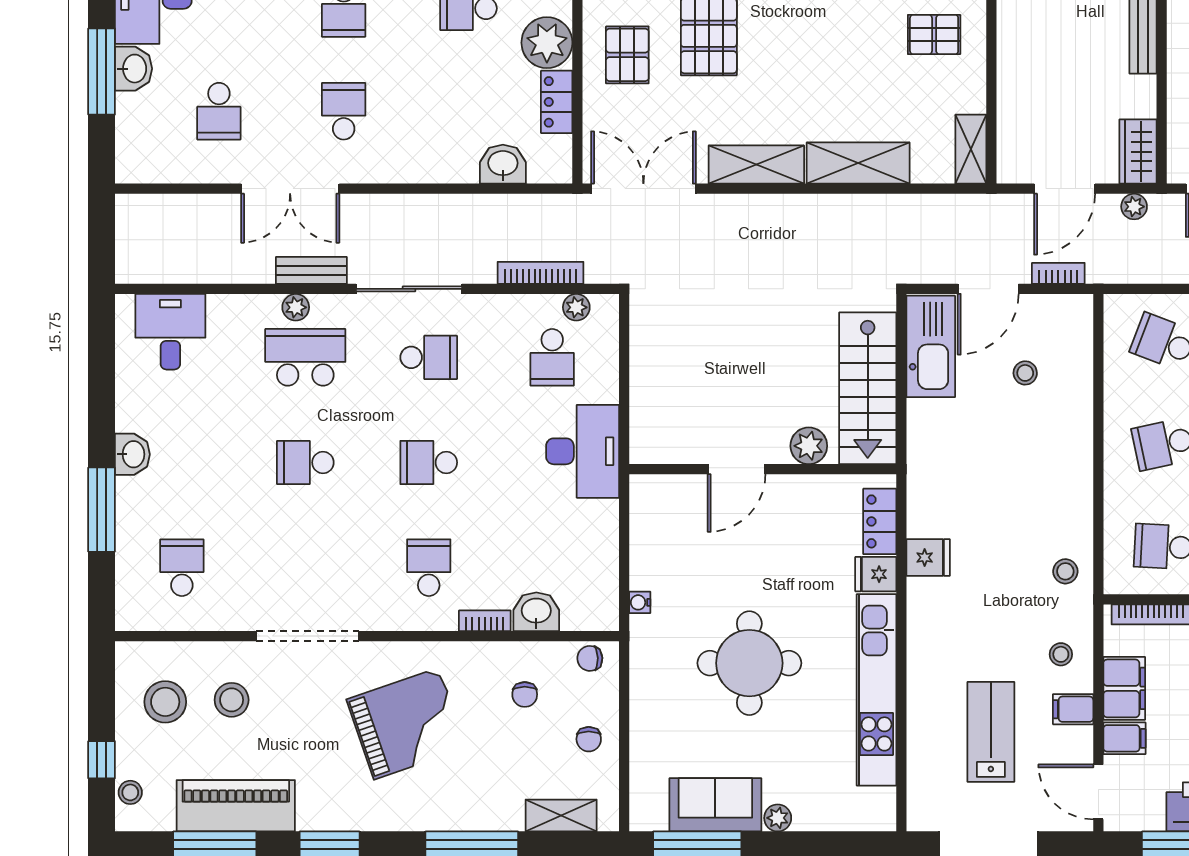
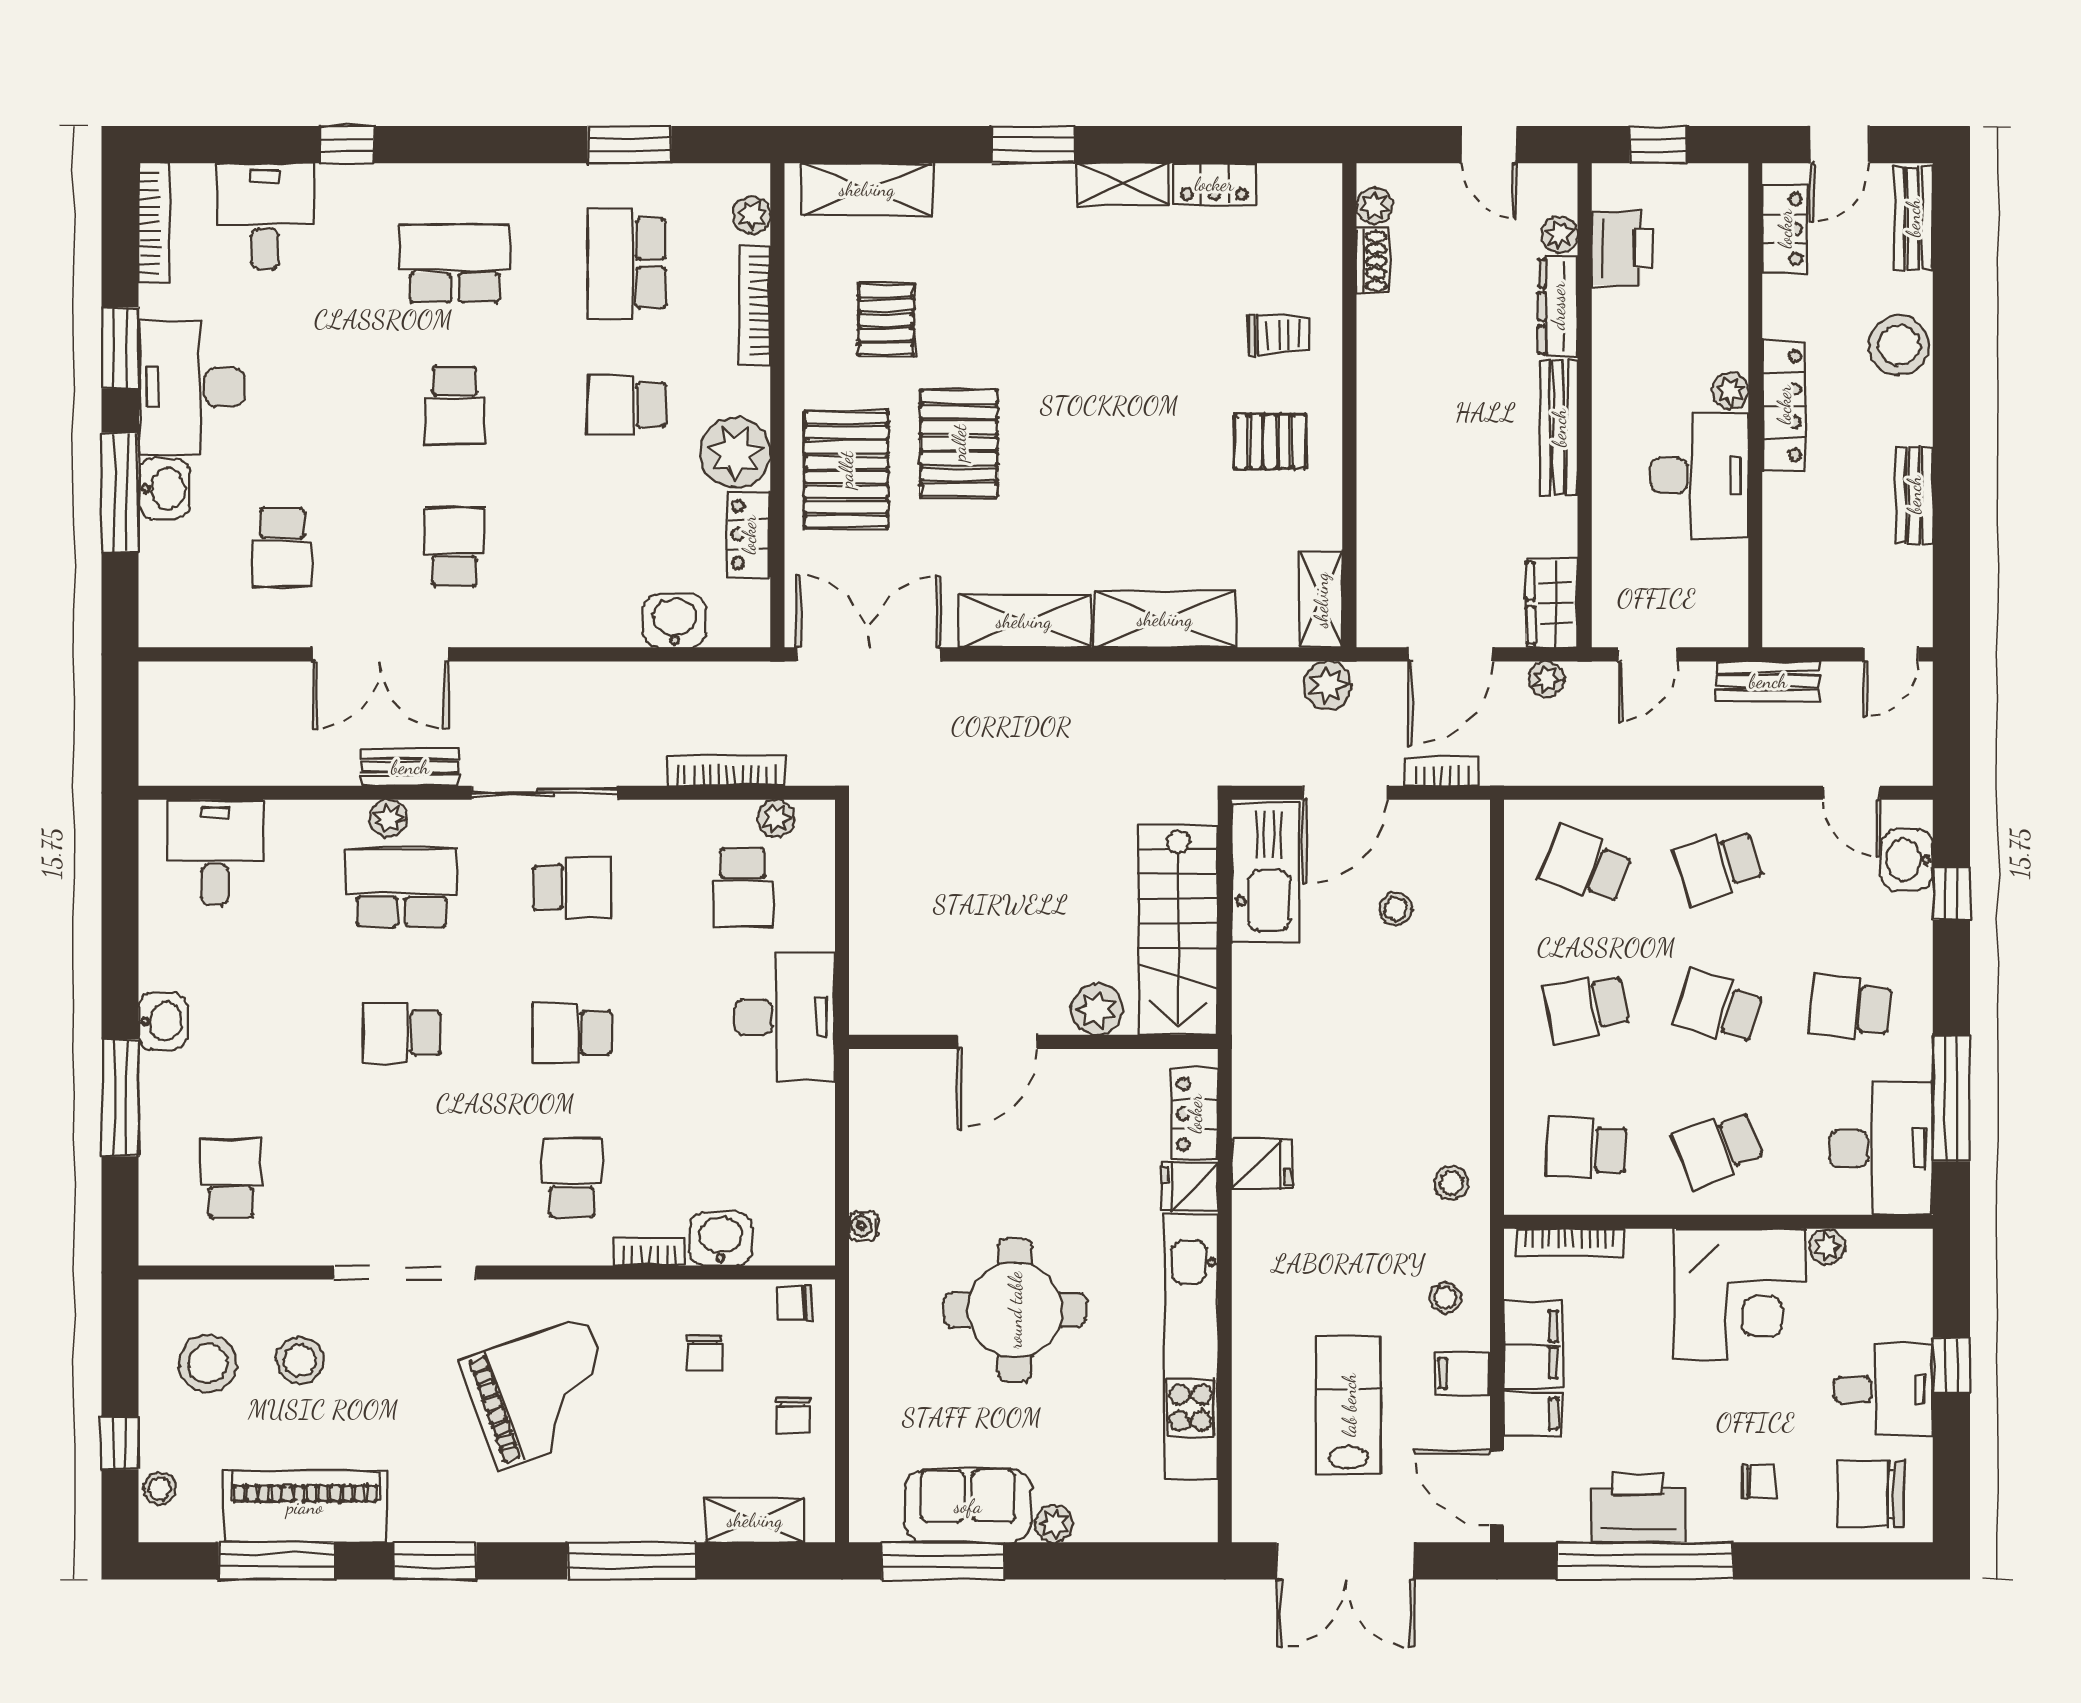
pallet: (627, 55) -> (846, 470), width x1.50, depth x1.42
plant: (976, 211) -> (1328, 685), added

